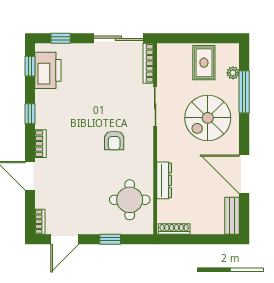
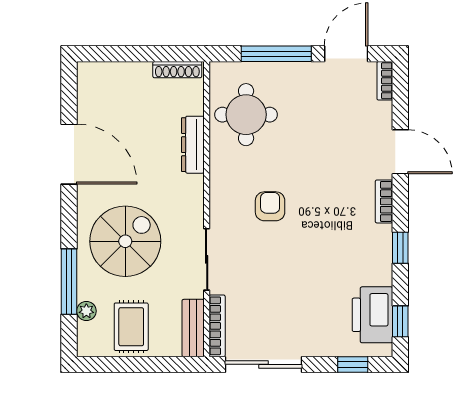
bench: (232, 216) -> (193, 328), moved
window: (110, 239) -> (276, 54), width x2.17

